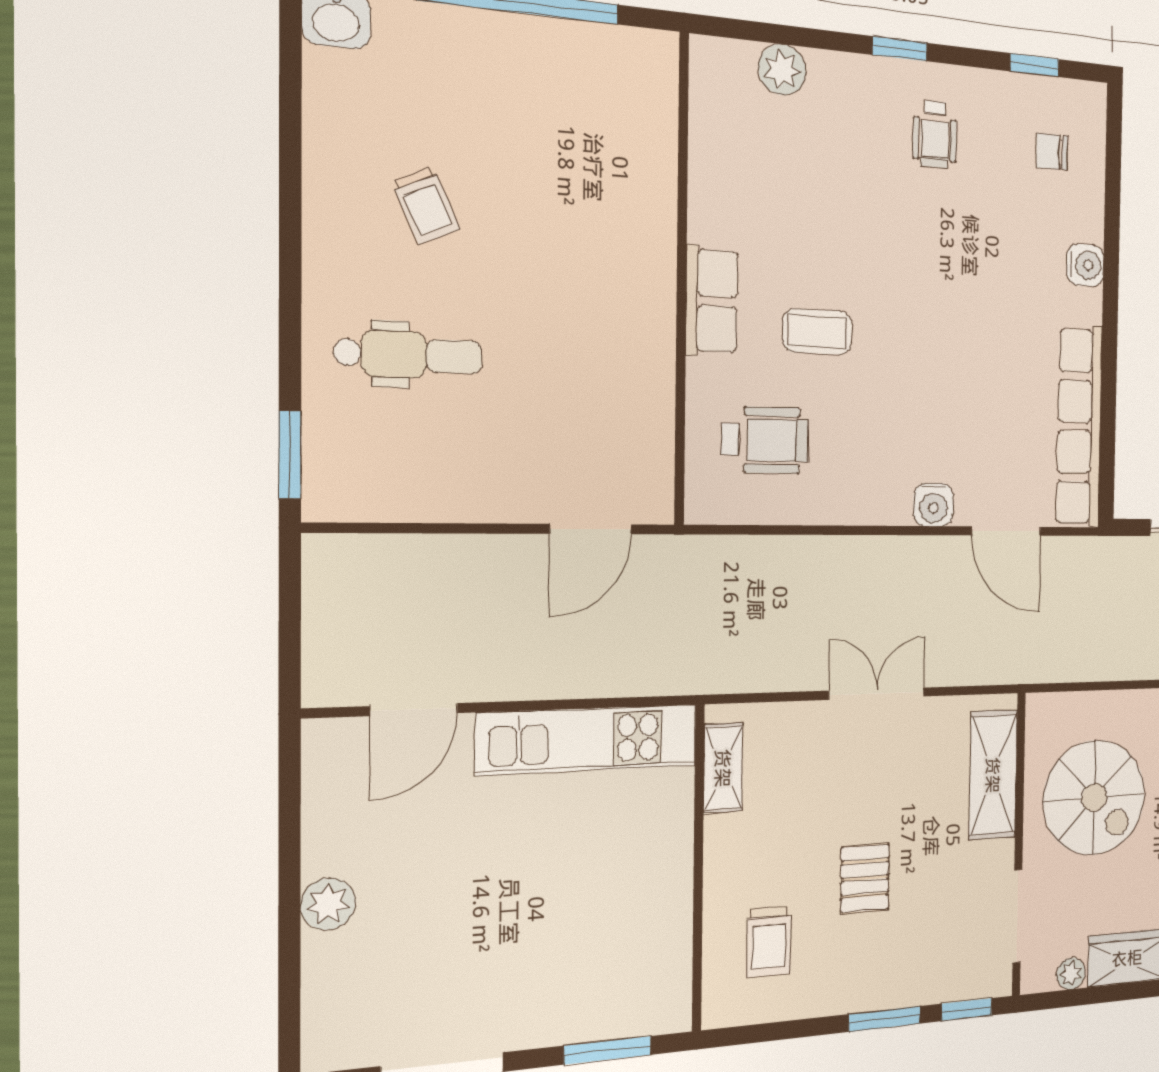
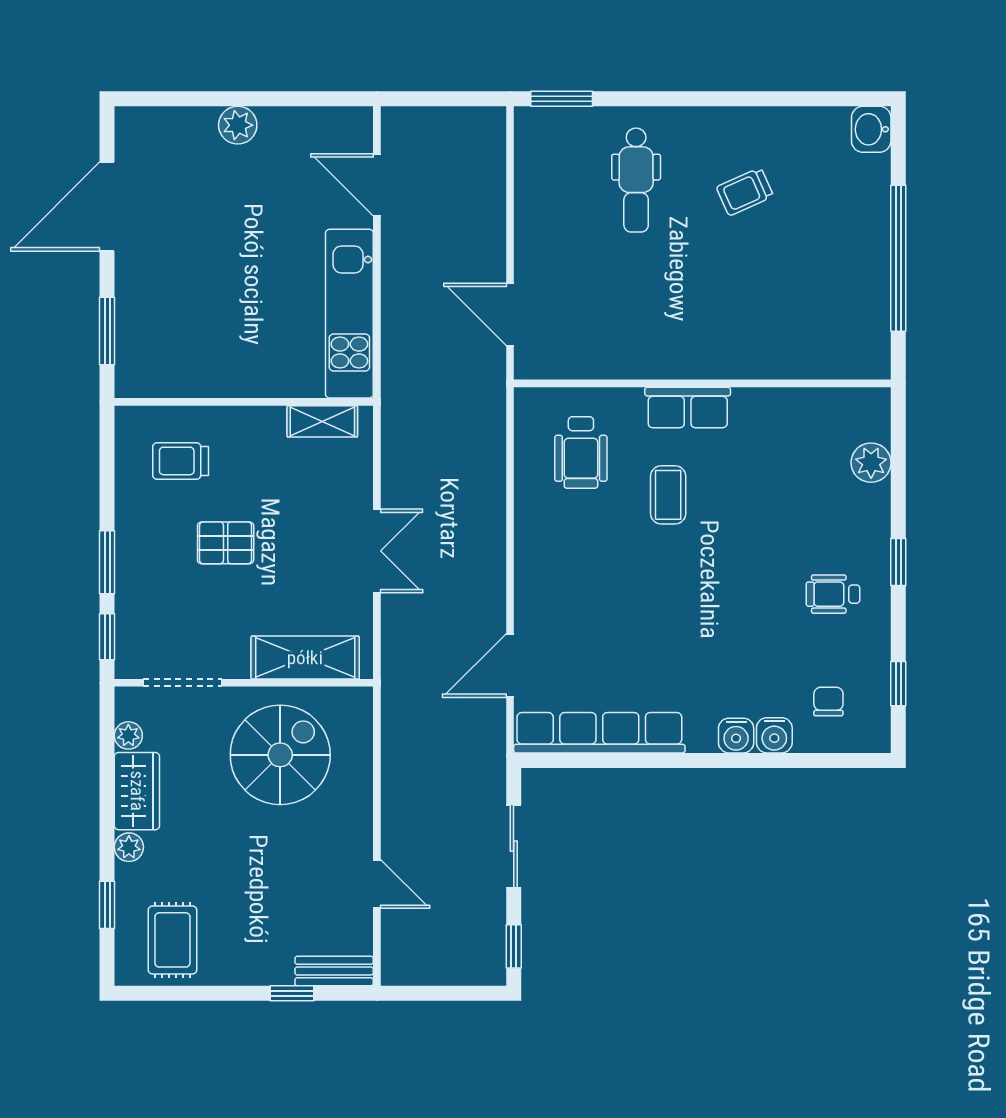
water cooler: (933, 505) -> (774, 735), moved, turned -90
spiral stairs: (1094, 798) -> (280, 755), turned 180

